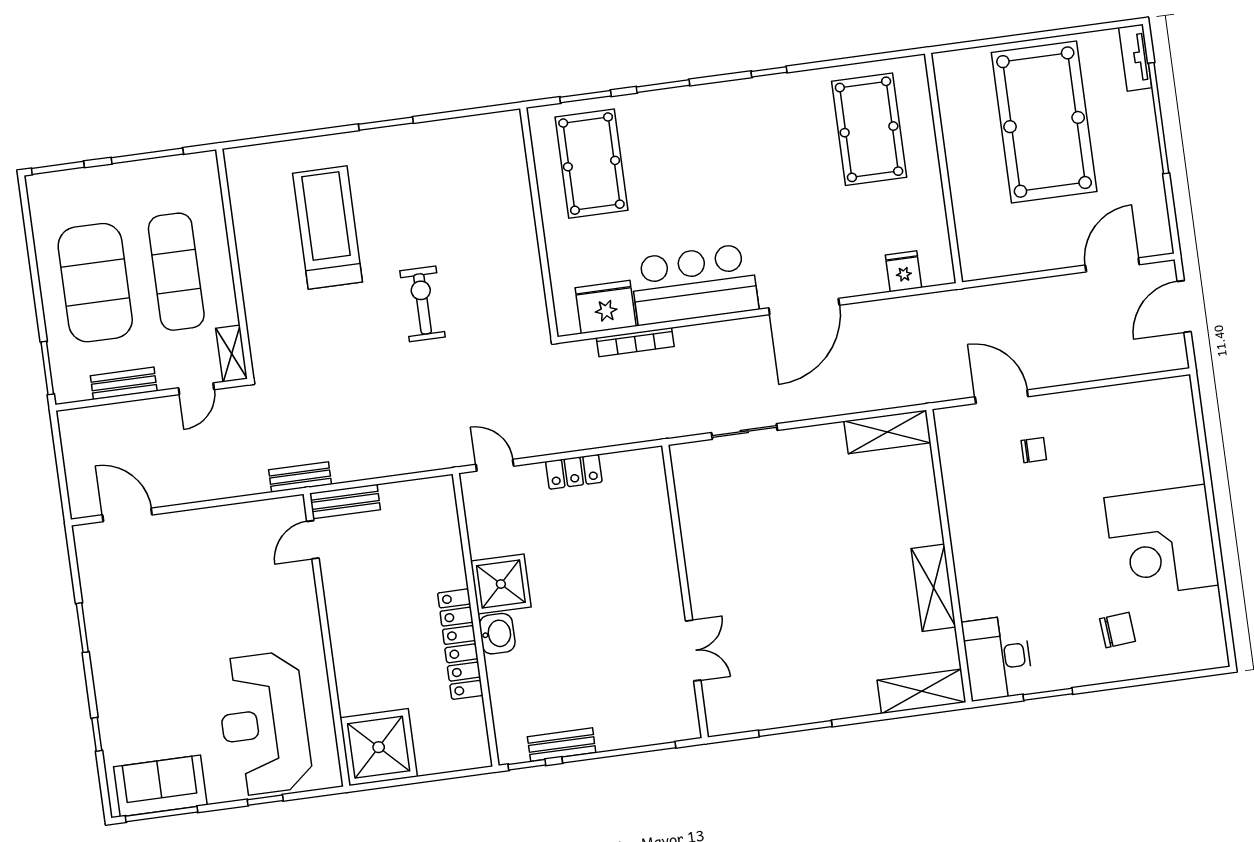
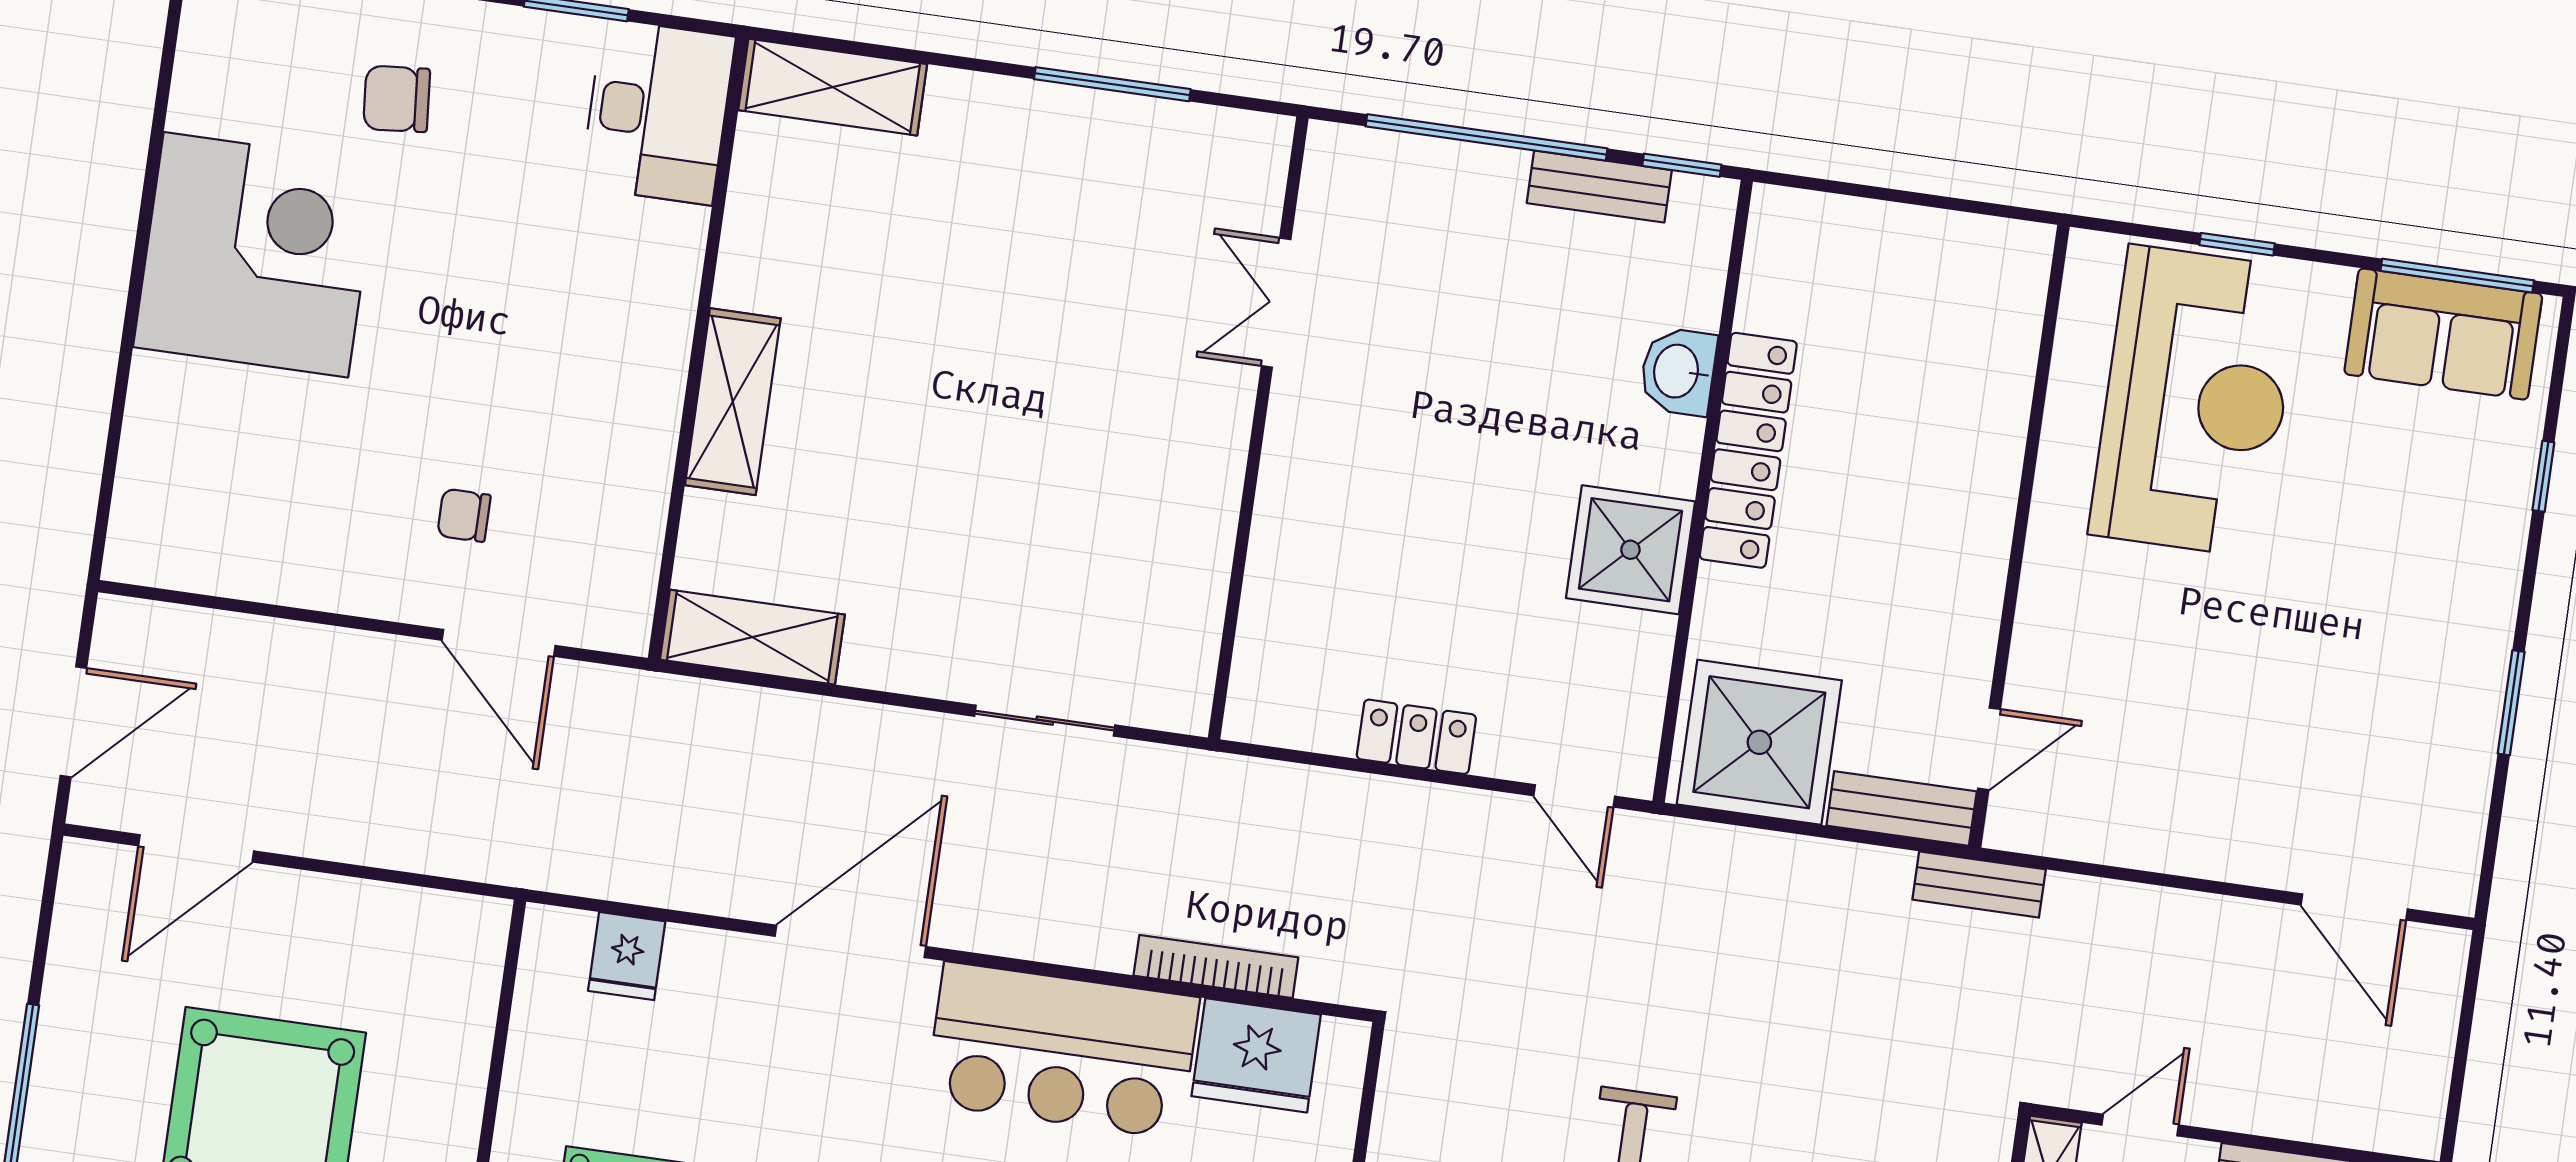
shelving: (933, 588) -> (733, 402), moved
washbasin: (497, 634) -> (1678, 371), moved
shower: (379, 747) -> (1759, 742), moved

